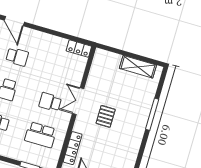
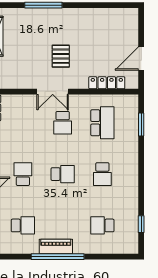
pallet: (106, 116) -> (61, 56), turned 90

